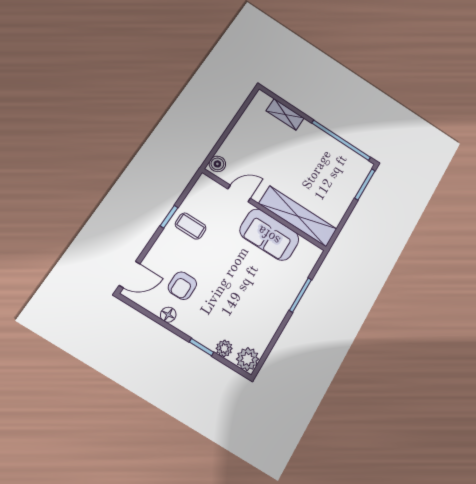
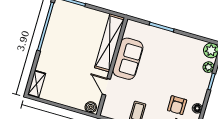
shelving: (285, 114) -> (37, 84), moved
armchair: (182, 286) -> (177, 105), turned 90

